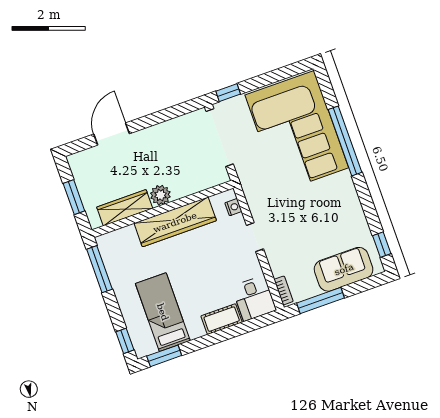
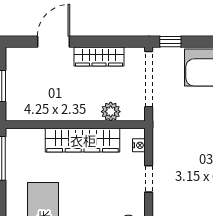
plant: (160, 195) -> (111, 112), moved
wardrobe: (125, 208) -> (99, 56), moved, turned 180

